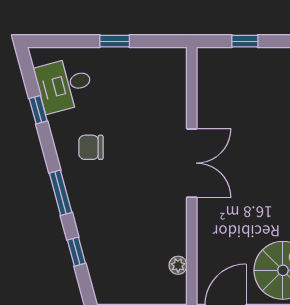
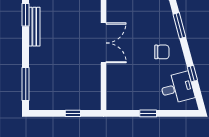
double door: (192, 163) -> (104, 43), swing flipped

